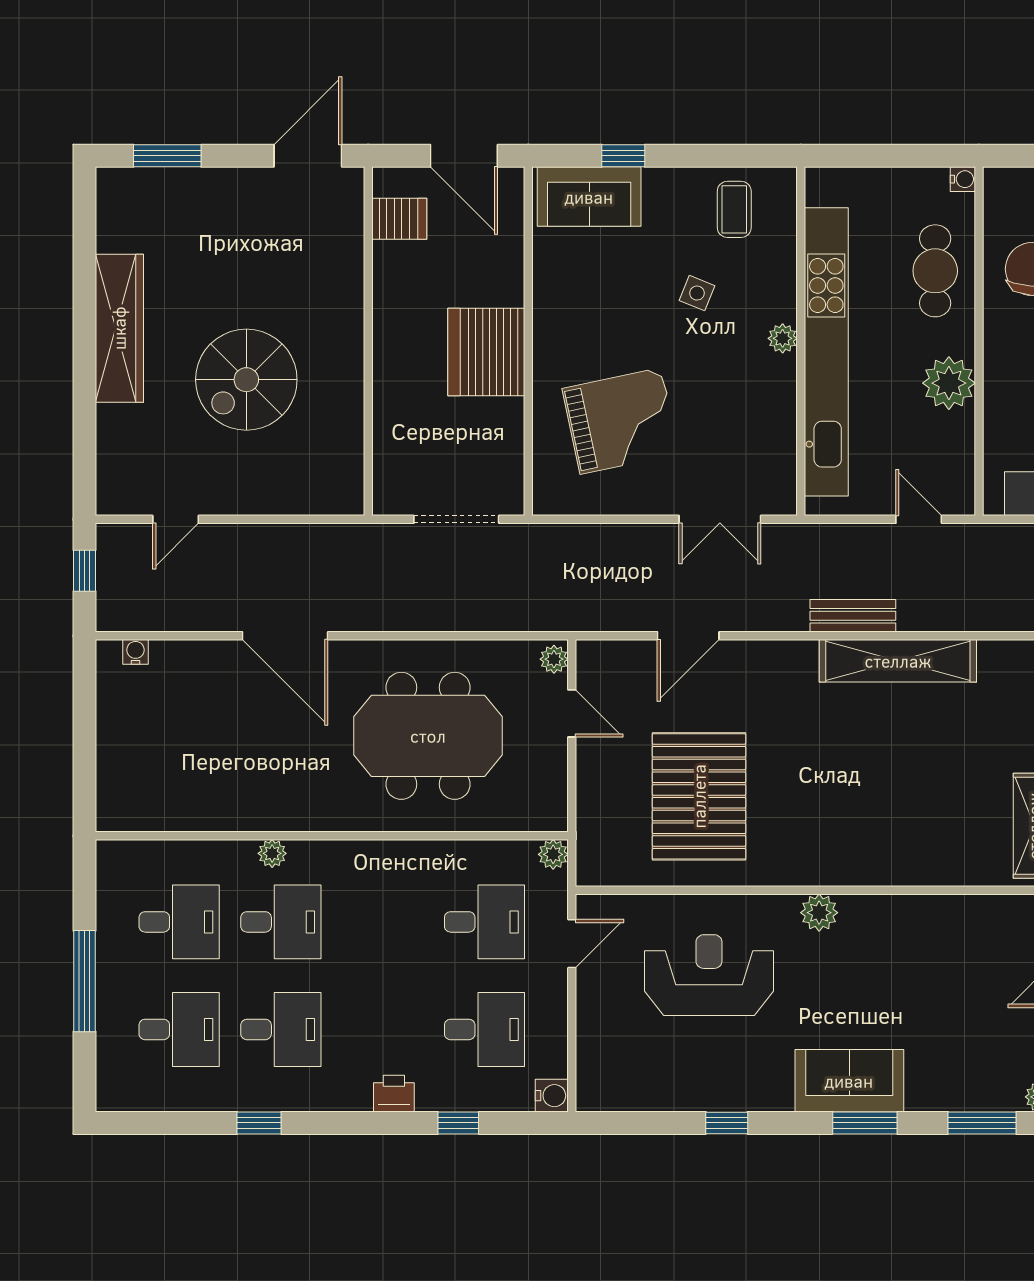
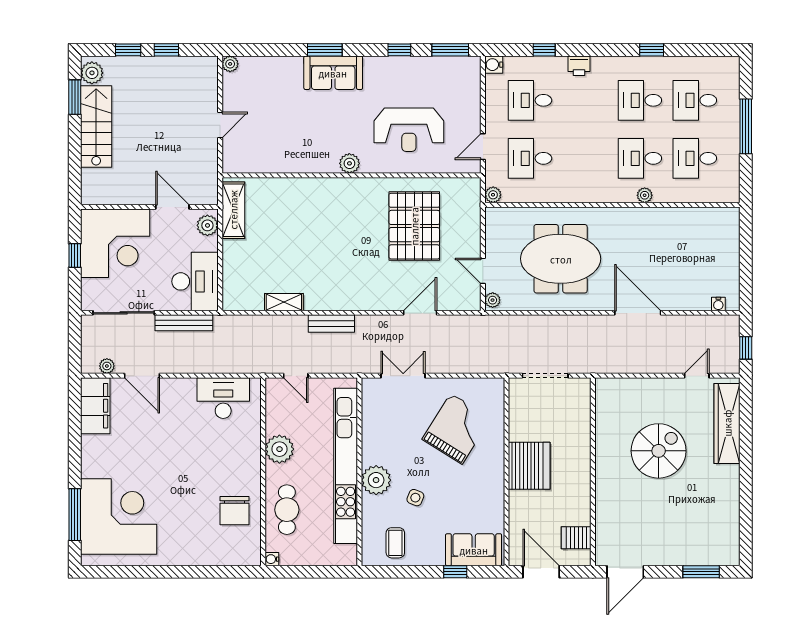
wardrobe: (119, 328) -> (727, 423), moved
plant: (783, 338) -> (376, 480), width x1.88, depth x1.88
grand piano: (621, 421) -> (456, 429), turned 134
shelving: (898, 661) -> (284, 302), width x0.45, depth x0.75
window: (982, 1123) -> (450, 50), moved

